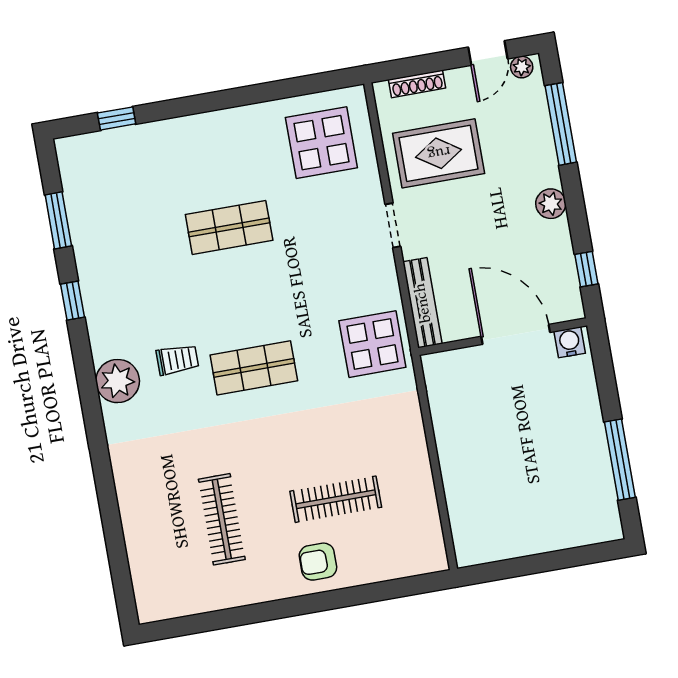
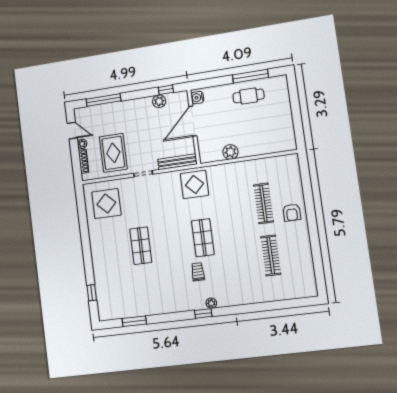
plant: (522, 67) -> (82, 144), moved
plant: (551, 204) -> (159, 101), moved
window: (73, 301) -> (203, 313), moved
plant: (118, 381) -> (211, 303), width x0.53, depth x0.53
plant: (448, 422) -> (230, 152), added
cafe table: (575, 457) -> (249, 96), added
clothes rail: (222, 519) -> (271, 255), turned 90

